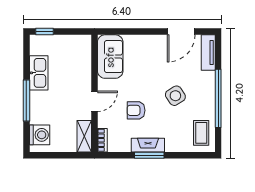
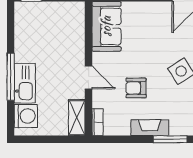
kitchen sink: (39, 73) -> (25, 83), moved
door: (94, 101) -> (89, 77), hinge flipped
window: (149, 155) -> (170, 139), moved

